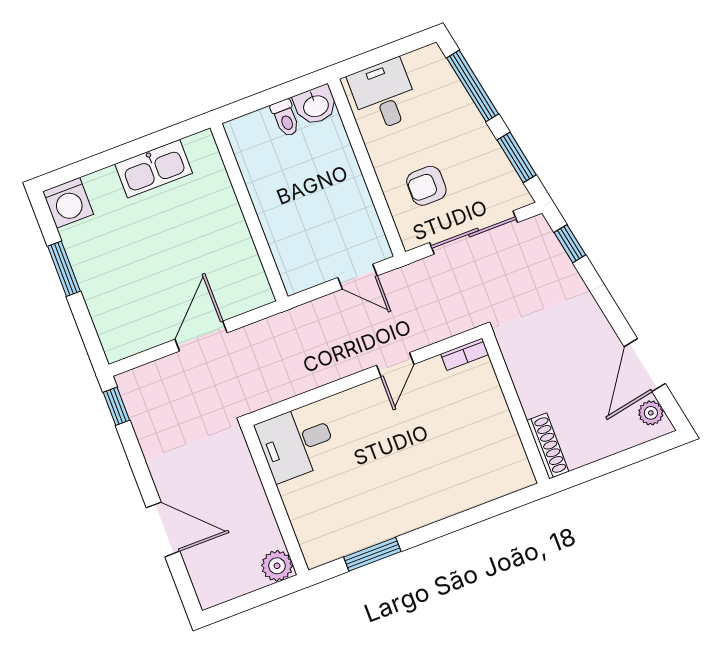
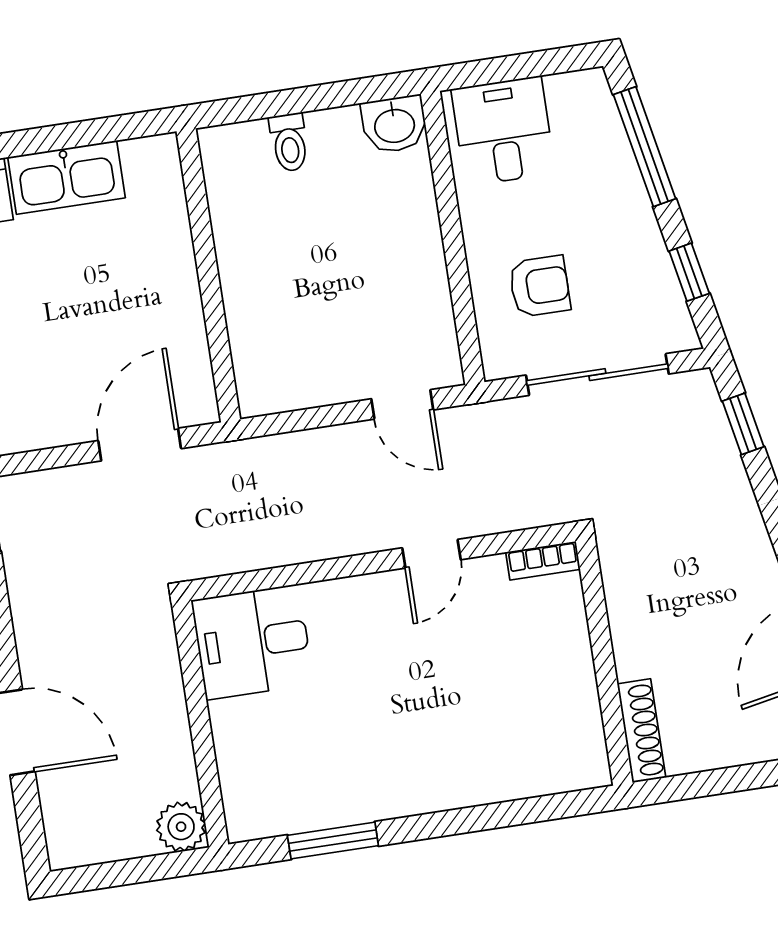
toilet: (285, 118) -> (289, 142), moved
window: (517, 157) -> (689, 272), width x0.67
kitchen sink: (154, 169) -> (66, 177), moved
armchair: (426, 186) -> (540, 286), turned 180
wall: (249, 212) -> (208, 275), moved

